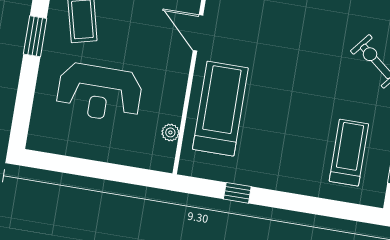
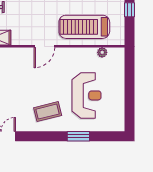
window: (35, 36) -> (78, 136), moved

